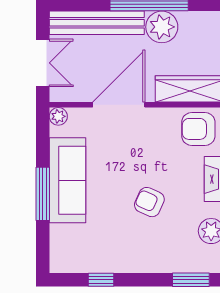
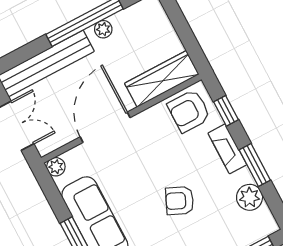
plant: (162, 27) -> (103, 29), width x0.53, depth x0.53

